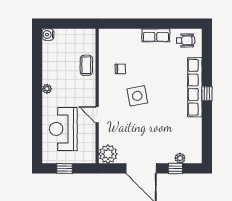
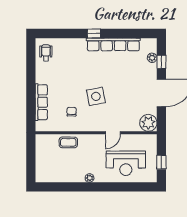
water cooler: (48, 35) -> (41, 177), removed
row of seats: (156, 35) -> (41, 102), moved, width x1.48
row of seats: (195, 87) -> (113, 44), moved

